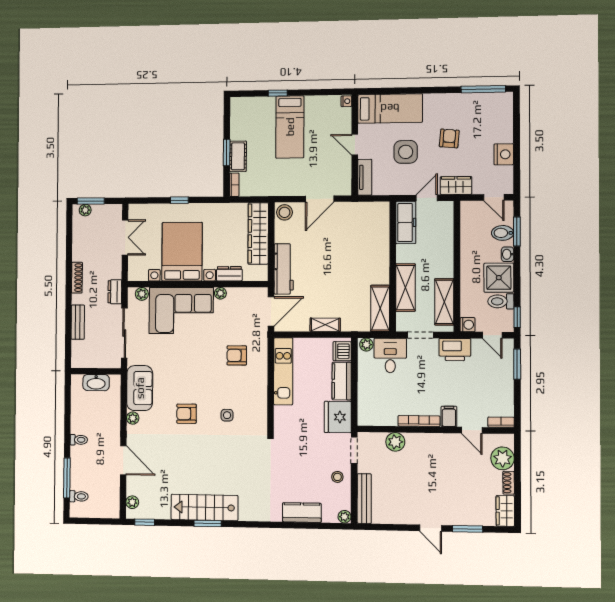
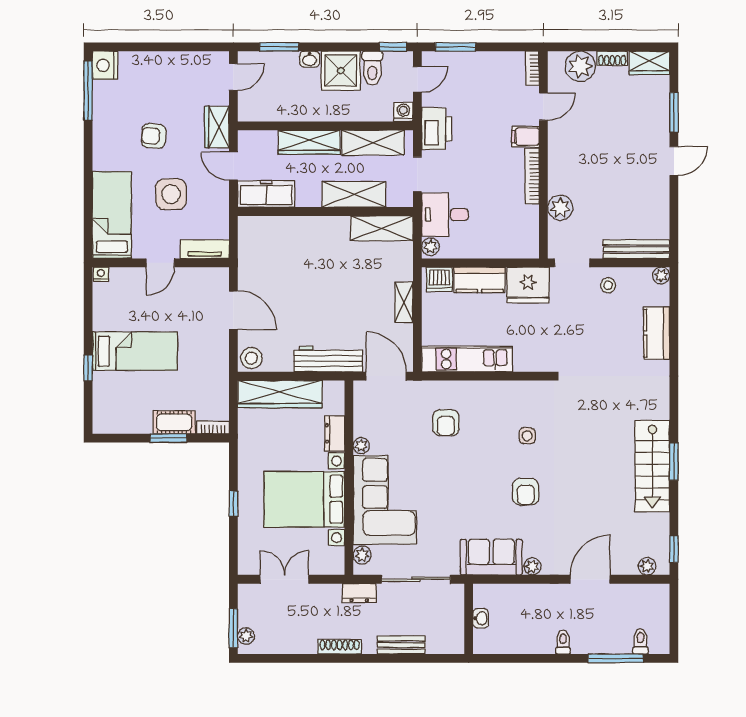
nightstand: (504, 154) -> (105, 65), moved, turned -90
bidet: (503, 233) -> (281, 66), removed
wardrobe: (445, 254) -> (309, 142), added
washbasin: (96, 383) -> (481, 618), width x0.52, depth x0.69

